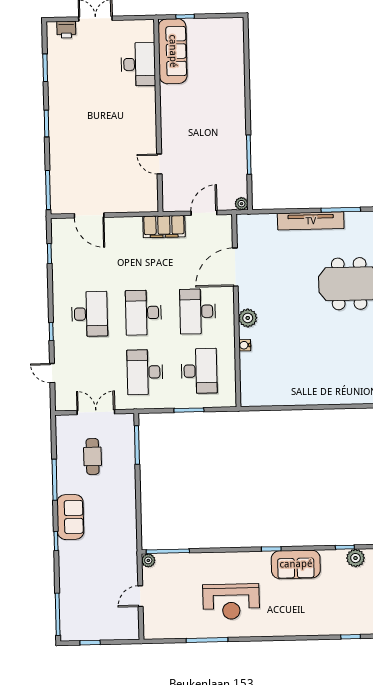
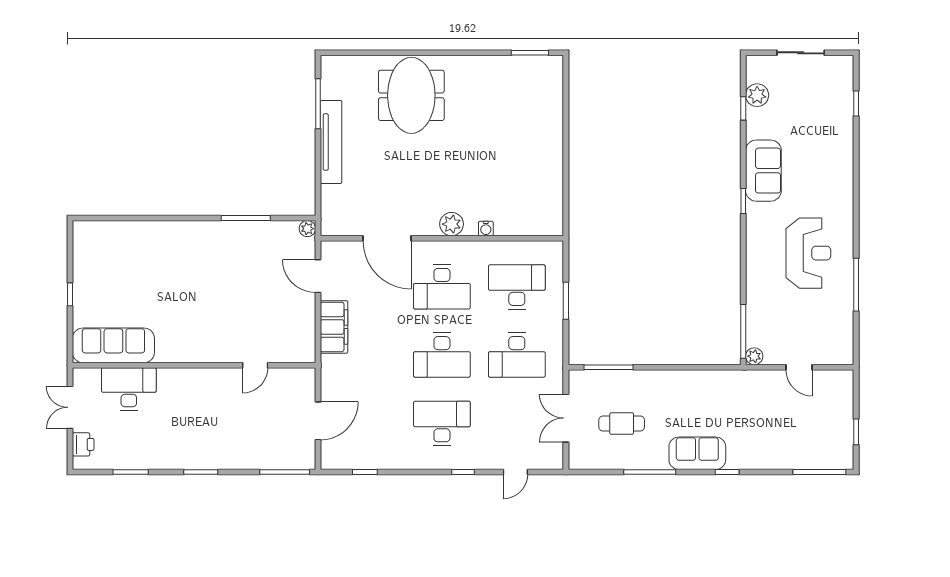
sofa: (173, 51) -> (113, 345), moved
desk: (138, 64) -> (129, 389), moved
wall: (158, 116) -> (194, 365), moved
door: (159, 164) -> (255, 365), moved

